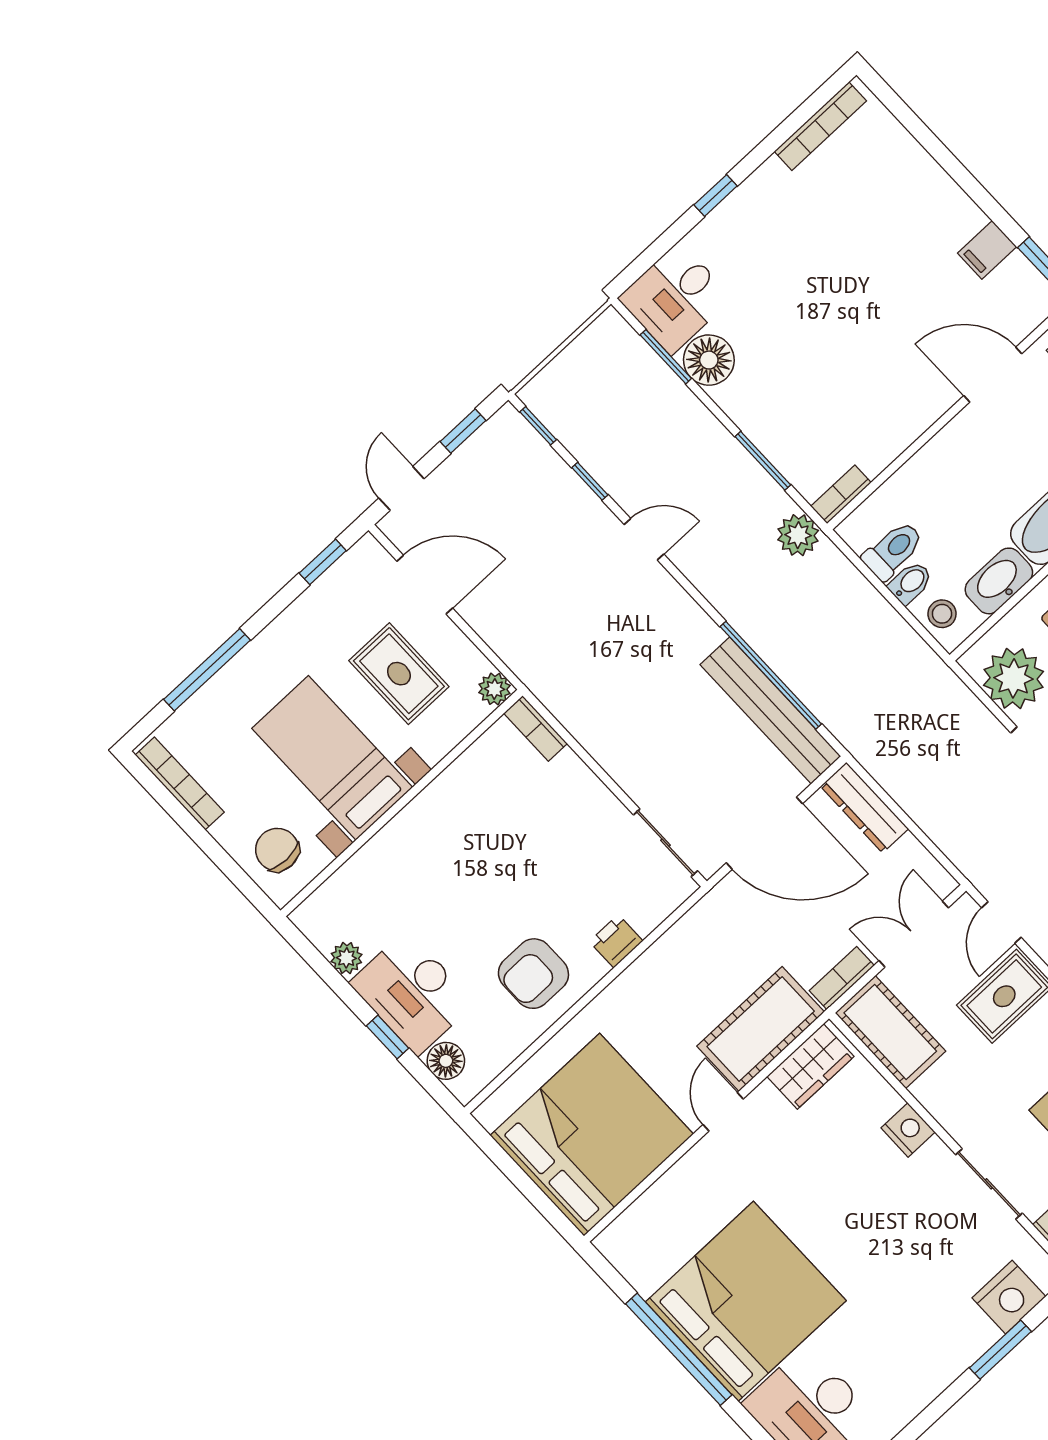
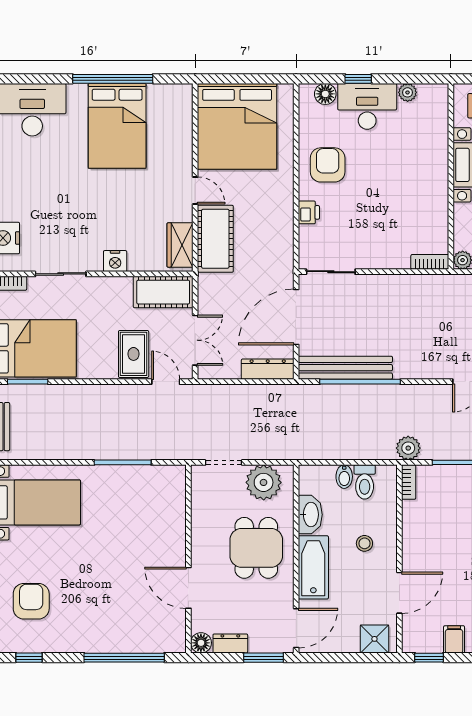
stool: (942, 614) -> (364, 543), moved
bookcase: (842, 978) -> (205, 293), removed
bed: (746, 1301) -> (117, 126), width x0.73

